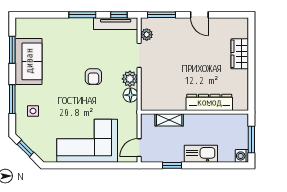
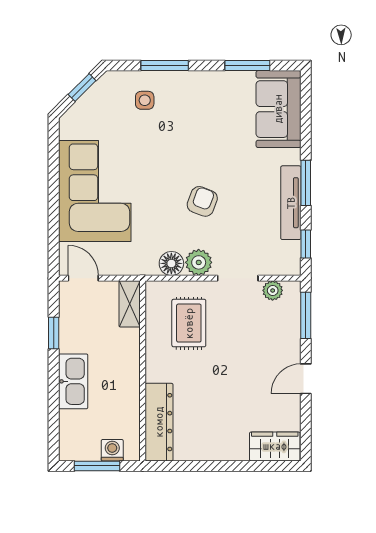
tv unit: (116, 24) -> (291, 203), moved
wardrobe: (240, 54) -> (275, 446), moved
sofa: (29, 61) -> (278, 109), moved, turned 90
armchair: (93, 77) -> (202, 201), turned 111
rug: (166, 85) -> (189, 323), added
dresser: (209, 102) -> (159, 422), moved
shelving: (169, 120) -> (130, 304), moved
washing machine: (242, 156) -> (112, 450), moved

